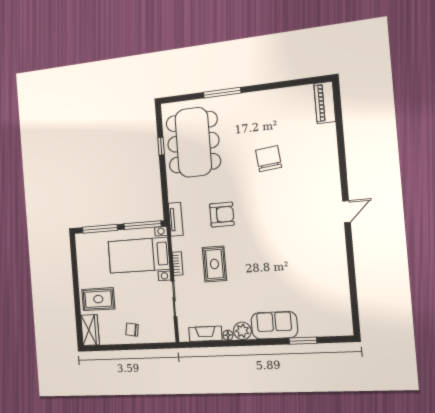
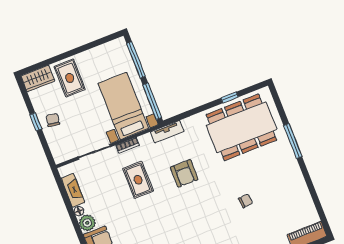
chair: (269, 159) -> (246, 201), width x0.54, depth x0.54
rug: (214, 264) -> (138, 180), turned 90
window: (129, 347) -> (36, 122), added

